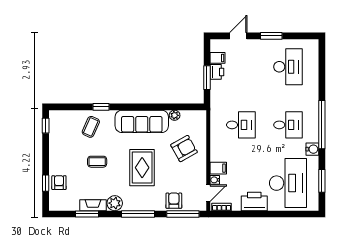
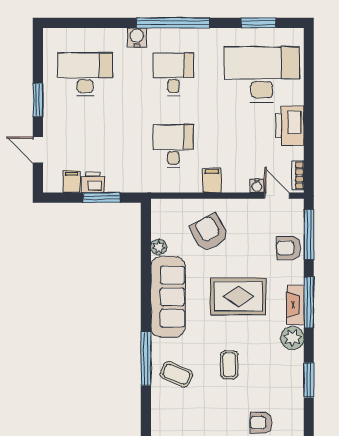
window: (101, 107) -> (146, 359), width x2.17
water cooler: (312, 149) -> (137, 37), moved
filing cabinet: (218, 168) -> (212, 180), moved
fireplace: (93, 205) -> (295, 305), moved

